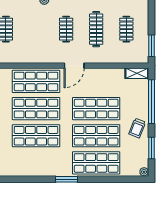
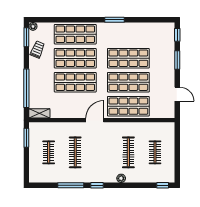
clothes rail: (66, 29) -> (128, 152), moved, width x1.36
trolley: (137, 128) -> (37, 49), moved
window: (151, 148) -> (26, 37), moved
window: (67, 179) -> (115, 20), moved

